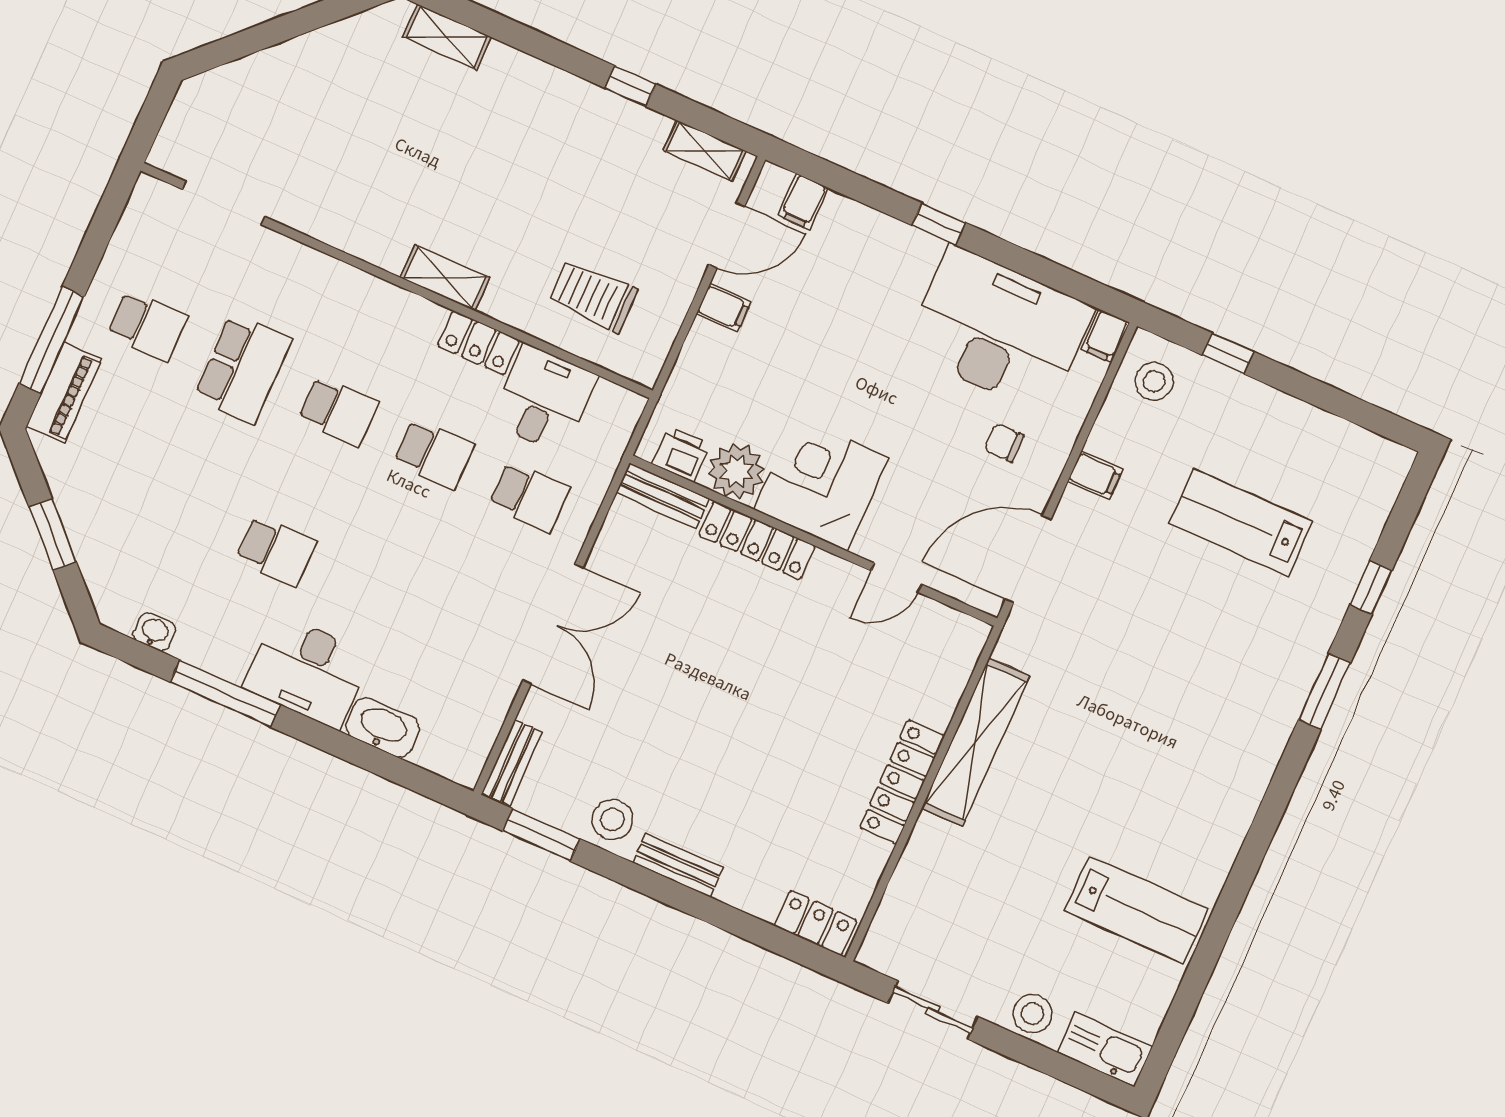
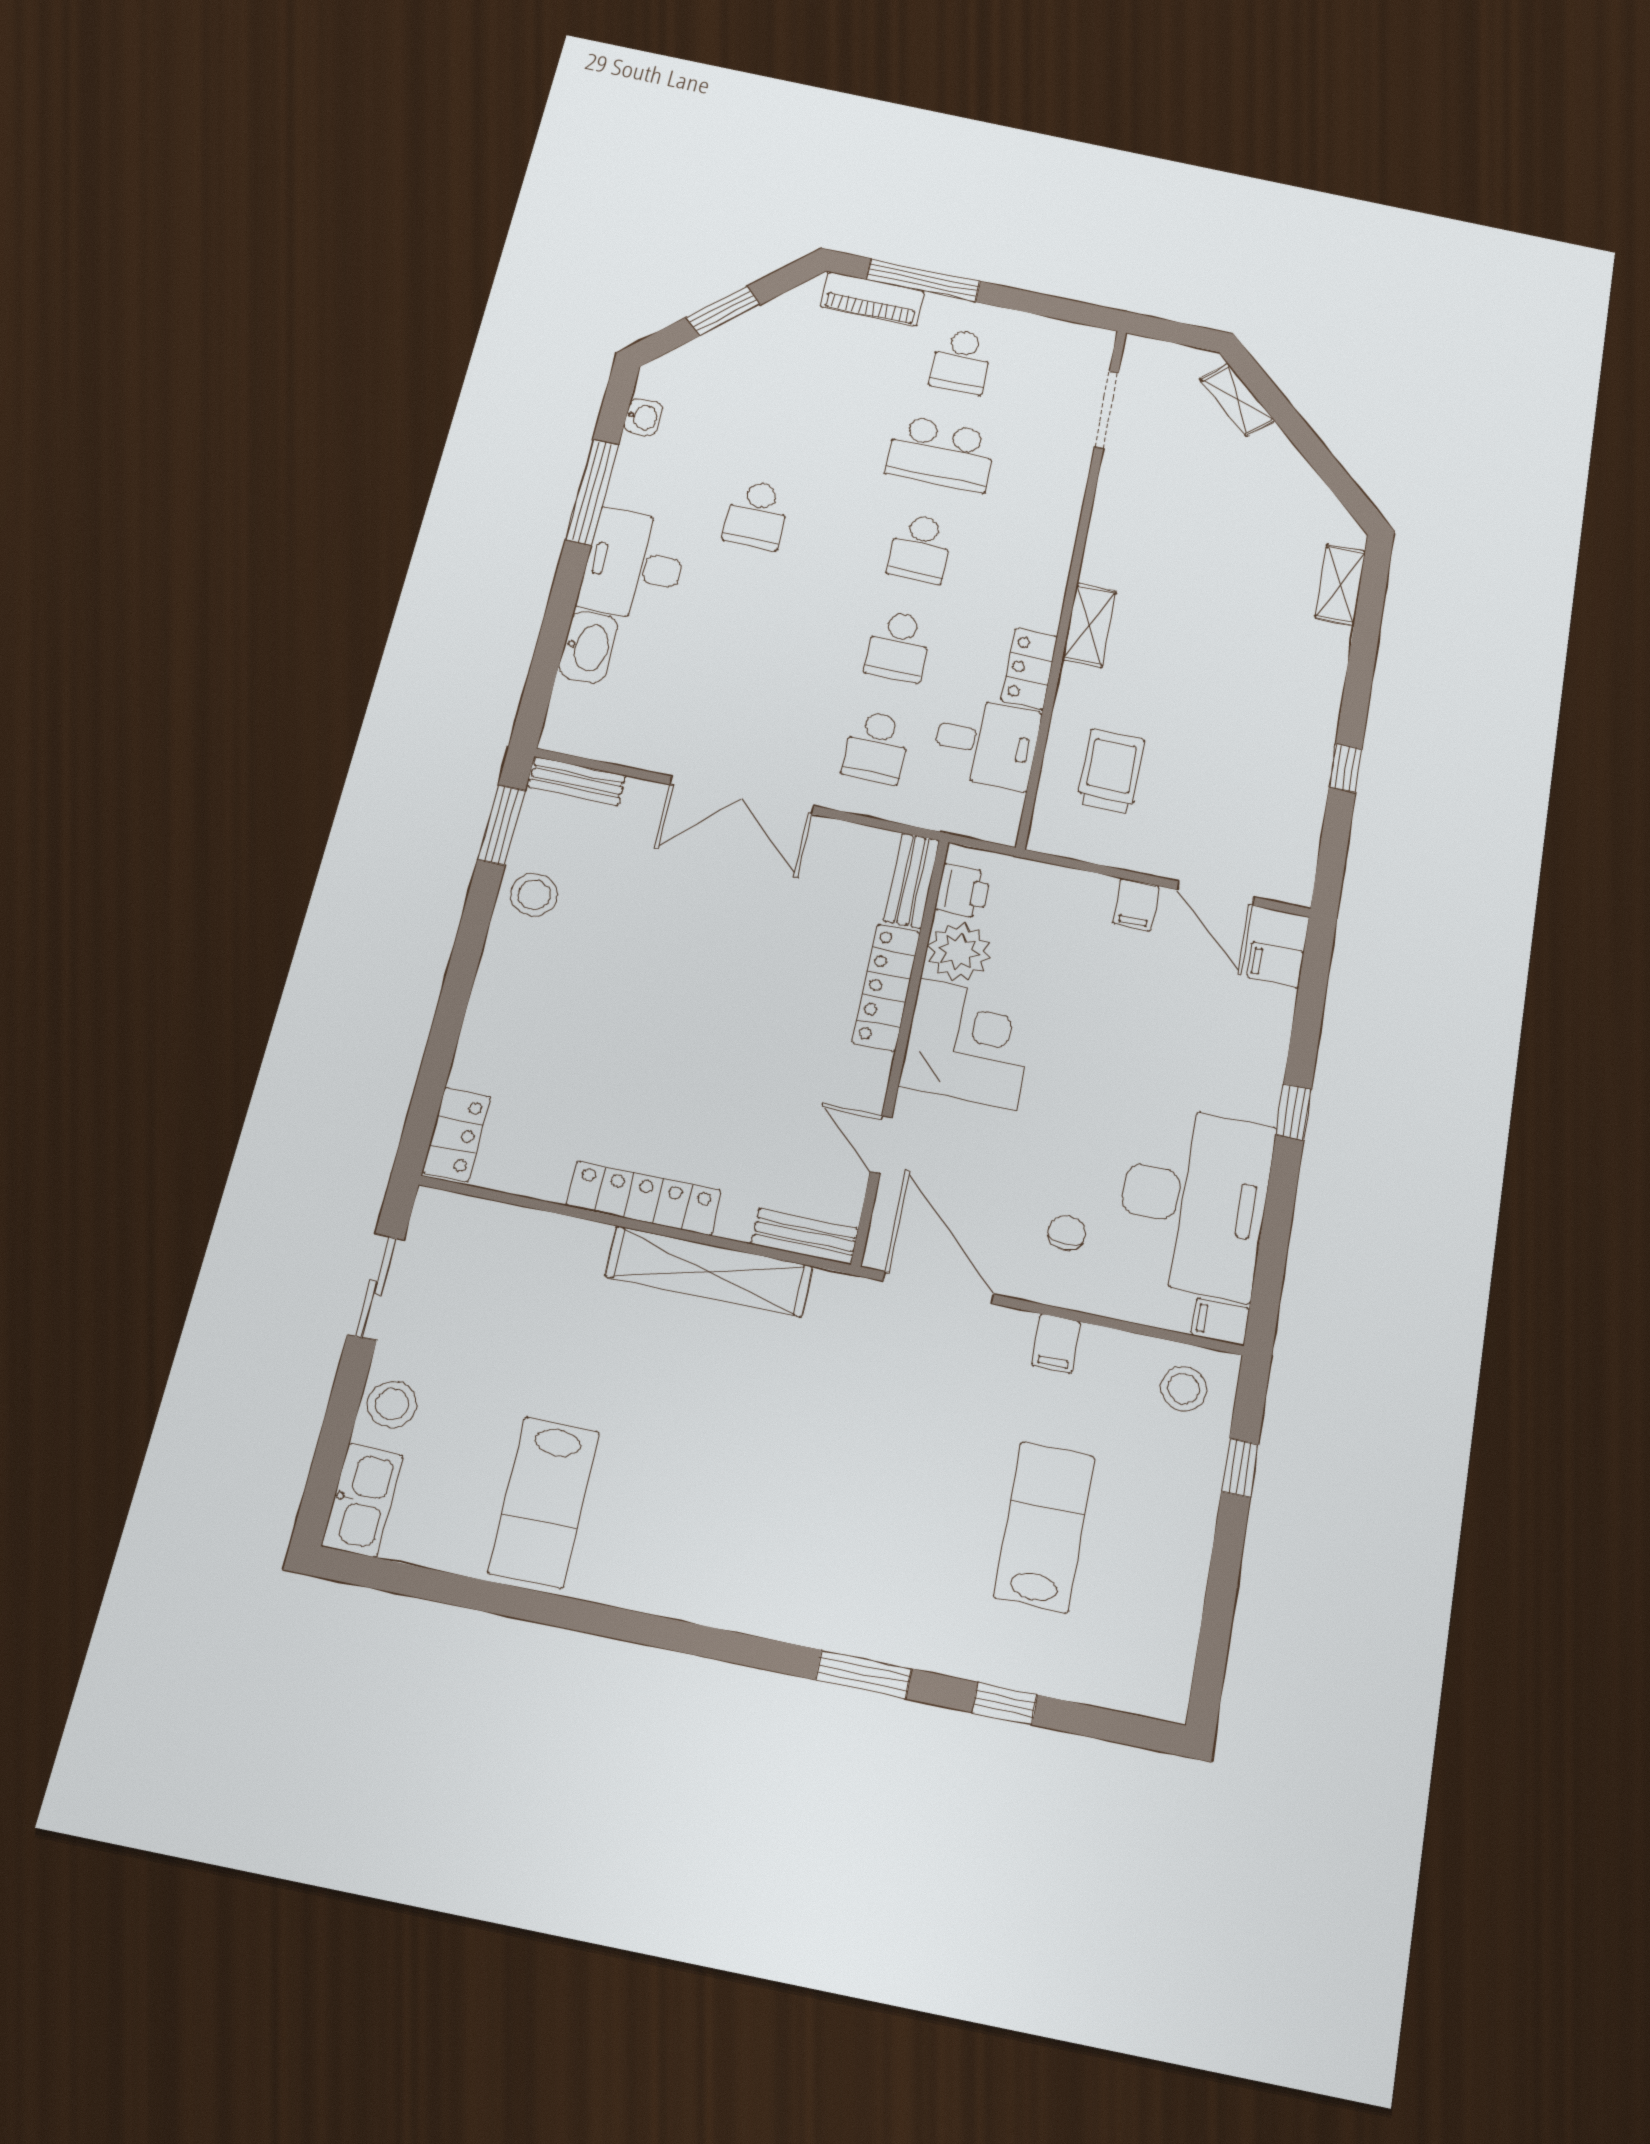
shelving: (705, 151) -> (1237, 400), moved, turned -45
bench: (678, 865) -> (805, 1236), moved, turned 90

